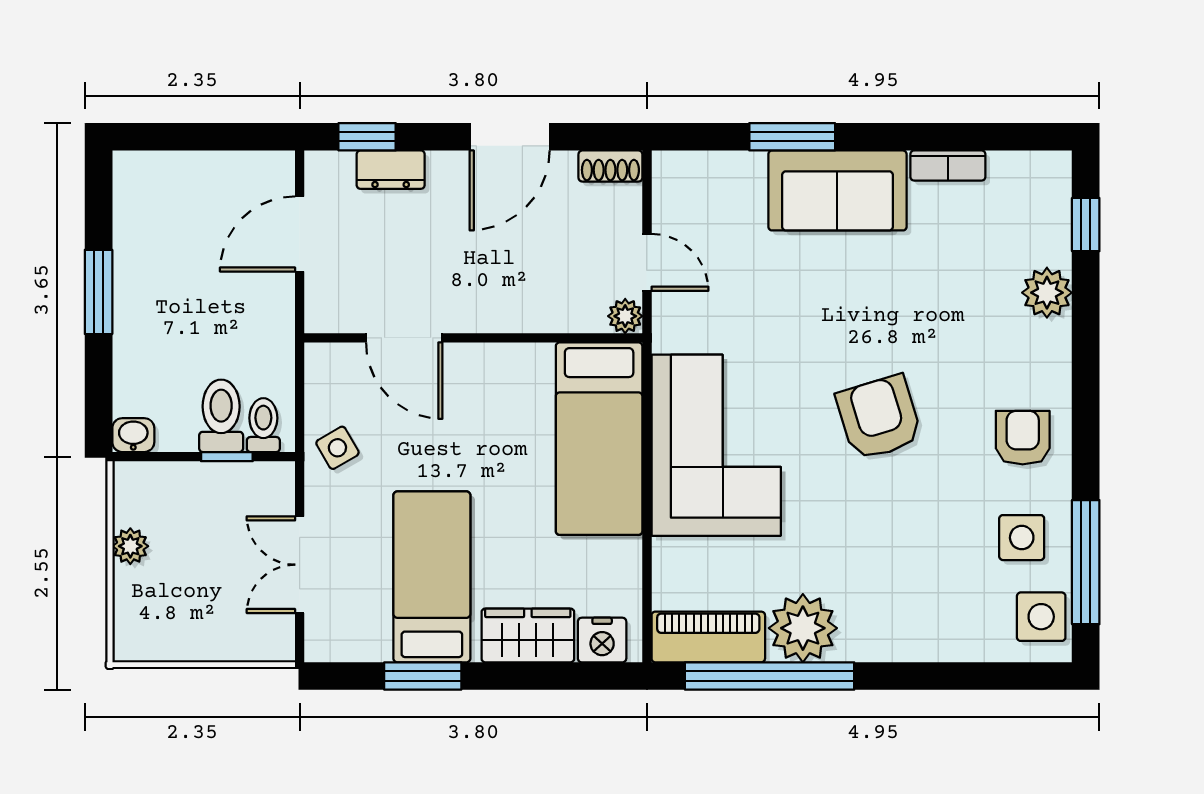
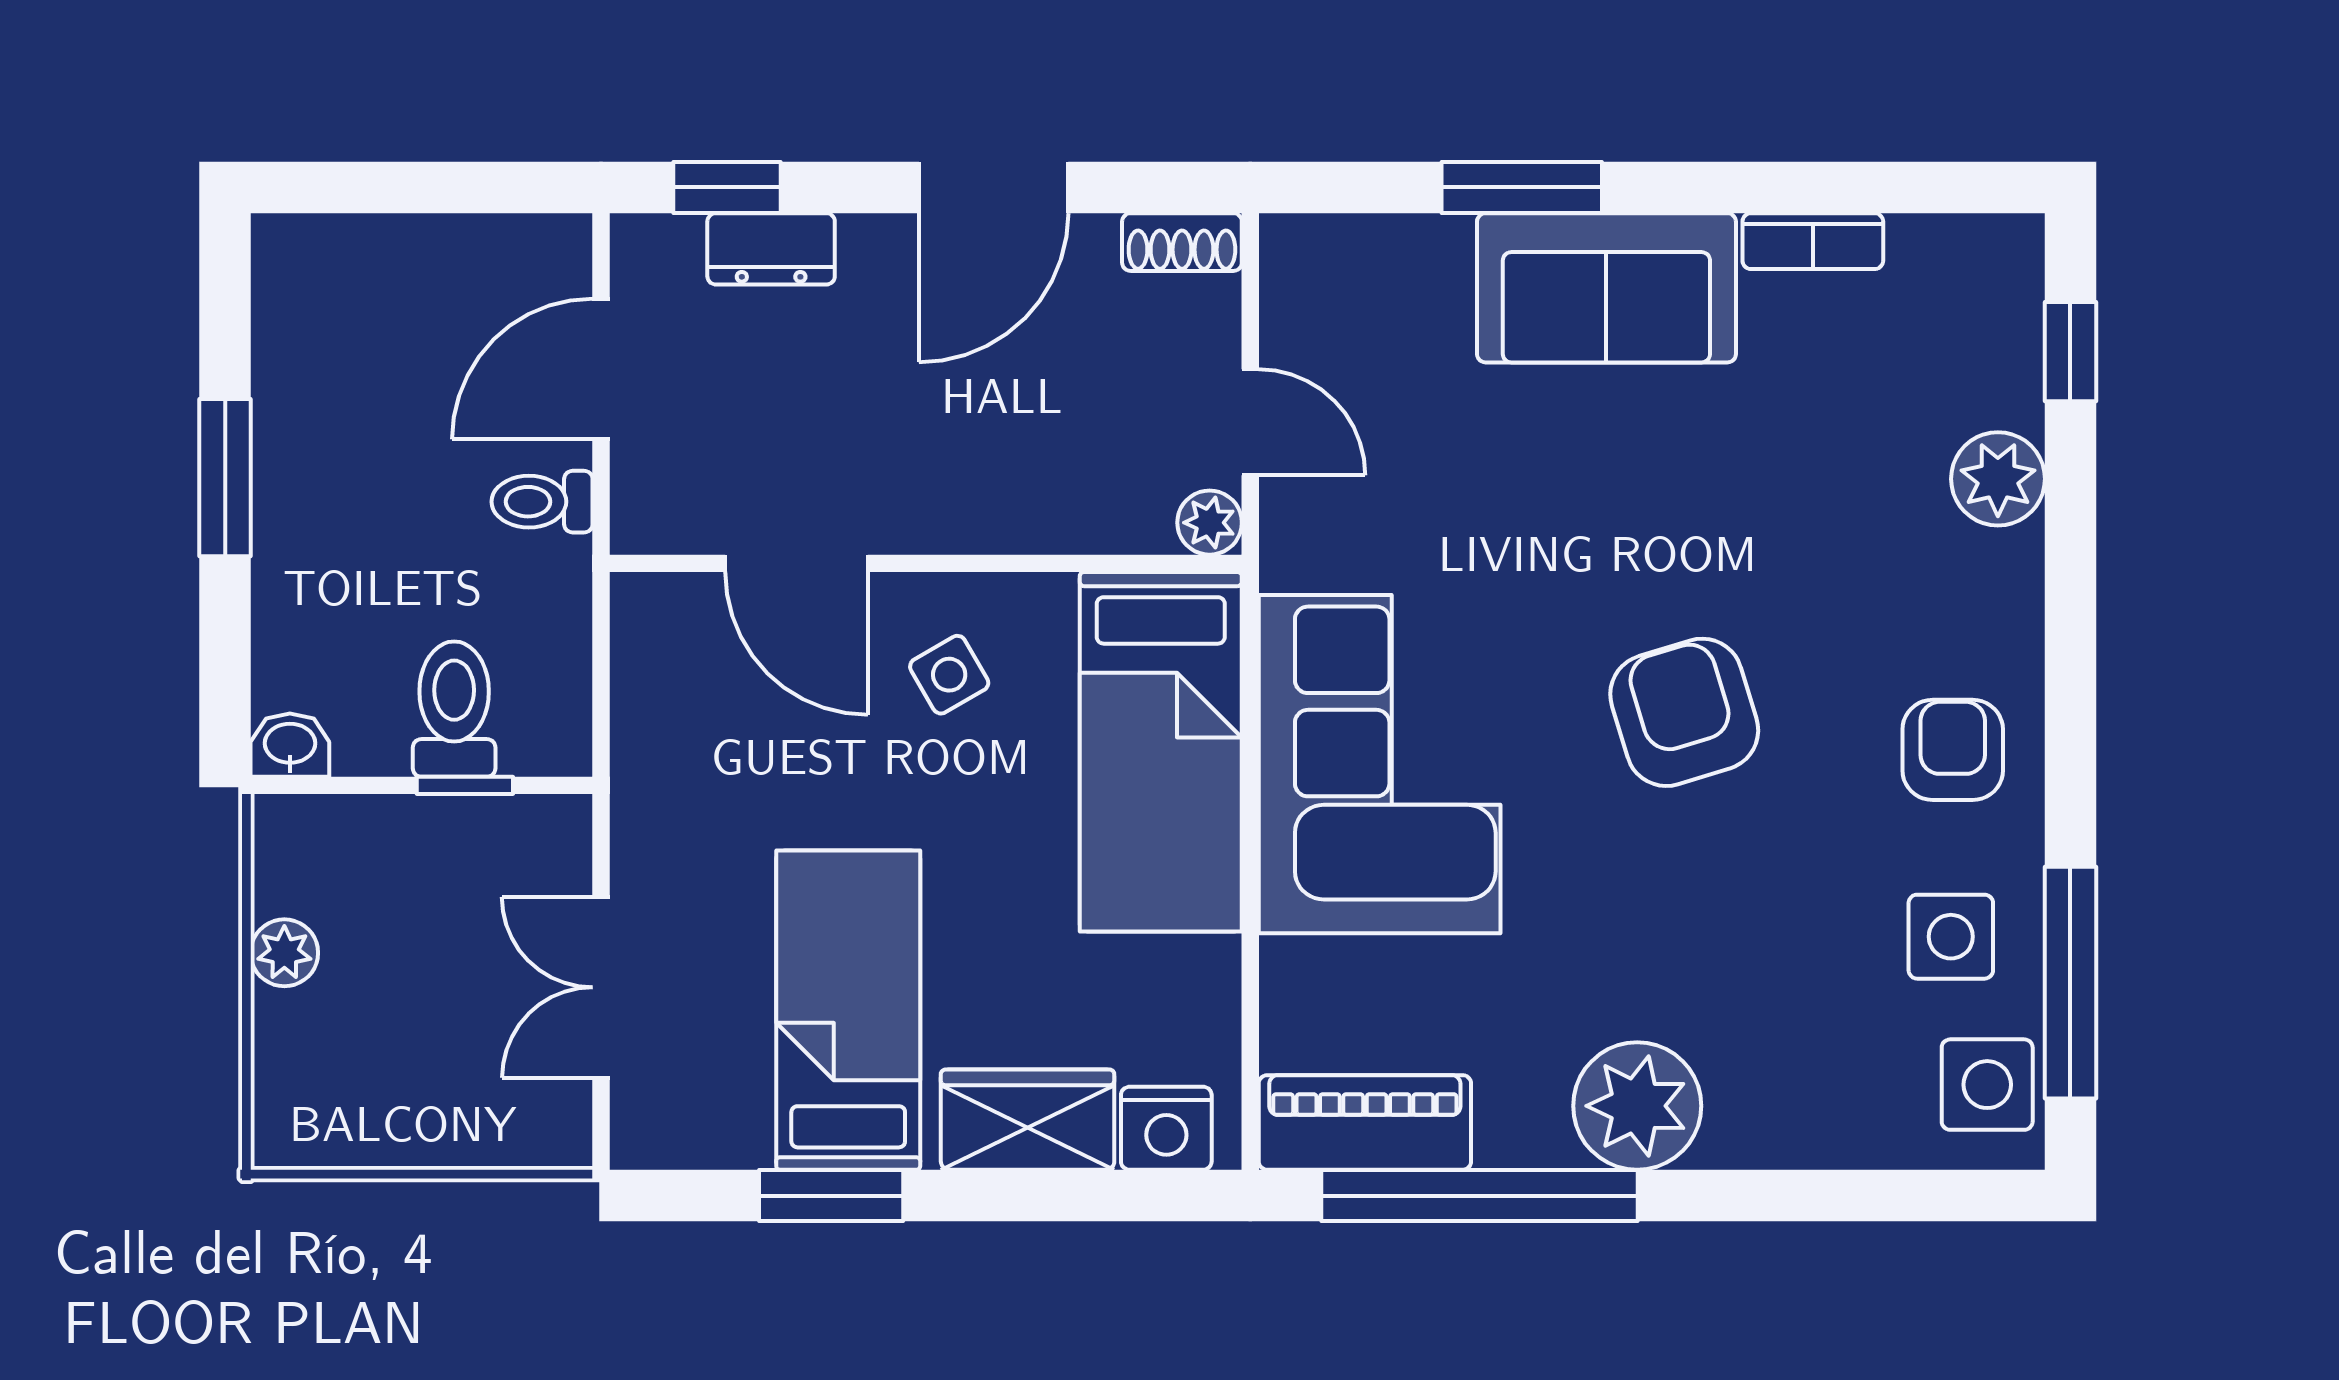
toilet: (263, 425) -> (542, 502), moved, turned -90
side table: (337, 448) -> (949, 675), moved
plant: (803, 628) -> (1637, 1106), moved

